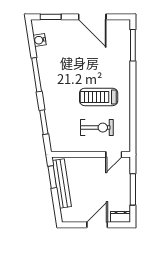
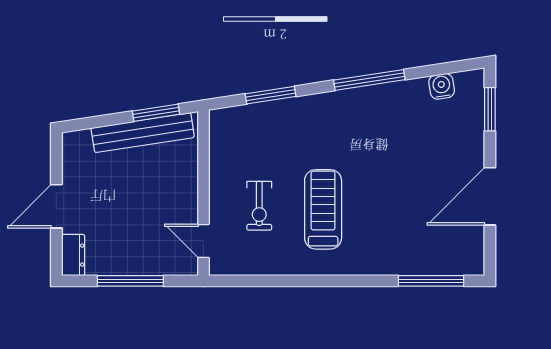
exercise bike: (97, 128) -> (259, 206), width x0.73, depth x0.72
door: (97, 225) -> (56, 206), swing flipped

